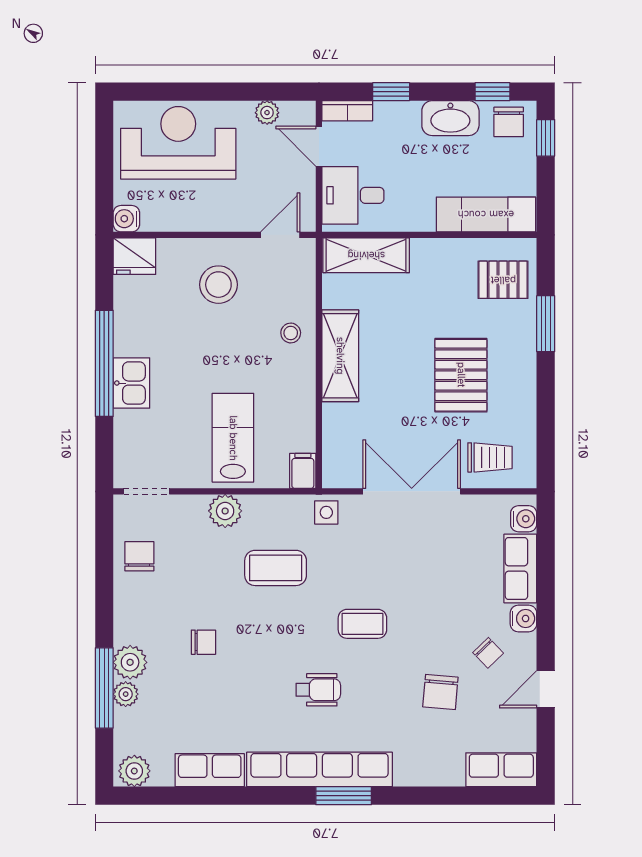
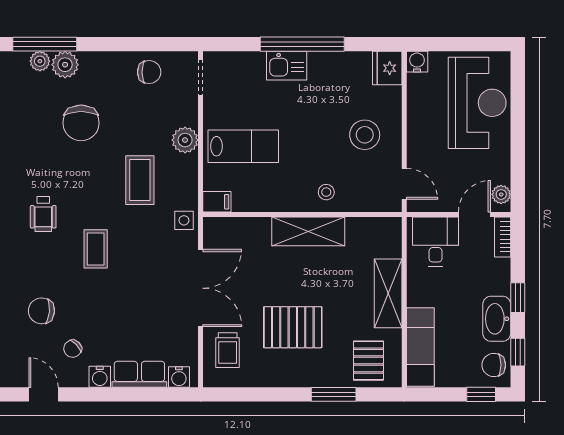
window: (391, 92) -> (518, 298), moved
plant: (267, 113) -> (501, 194), moved
shelving: (366, 255) -> (388, 293), moved
chair: (203, 642) -> (81, 123), width x1.87, depth x1.87

